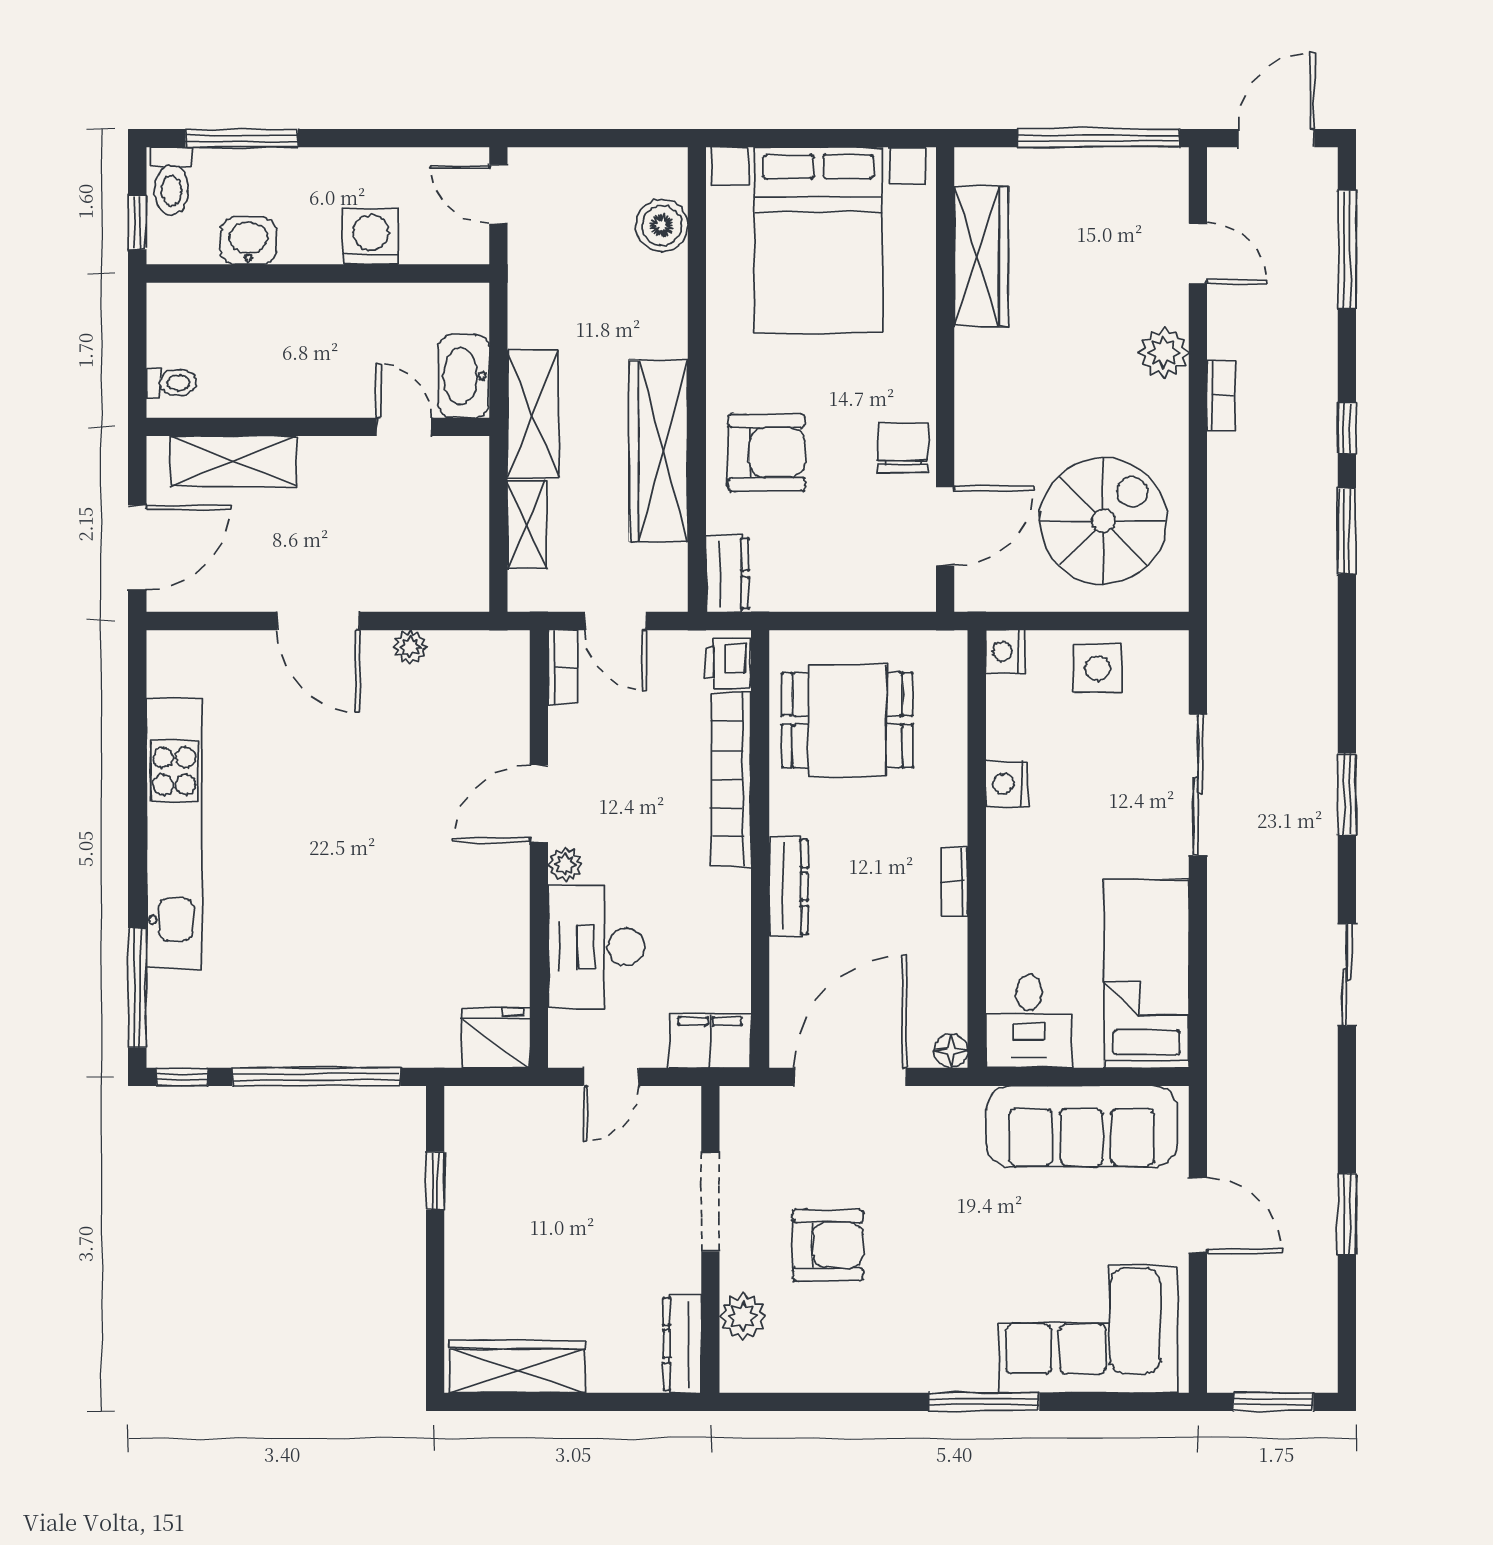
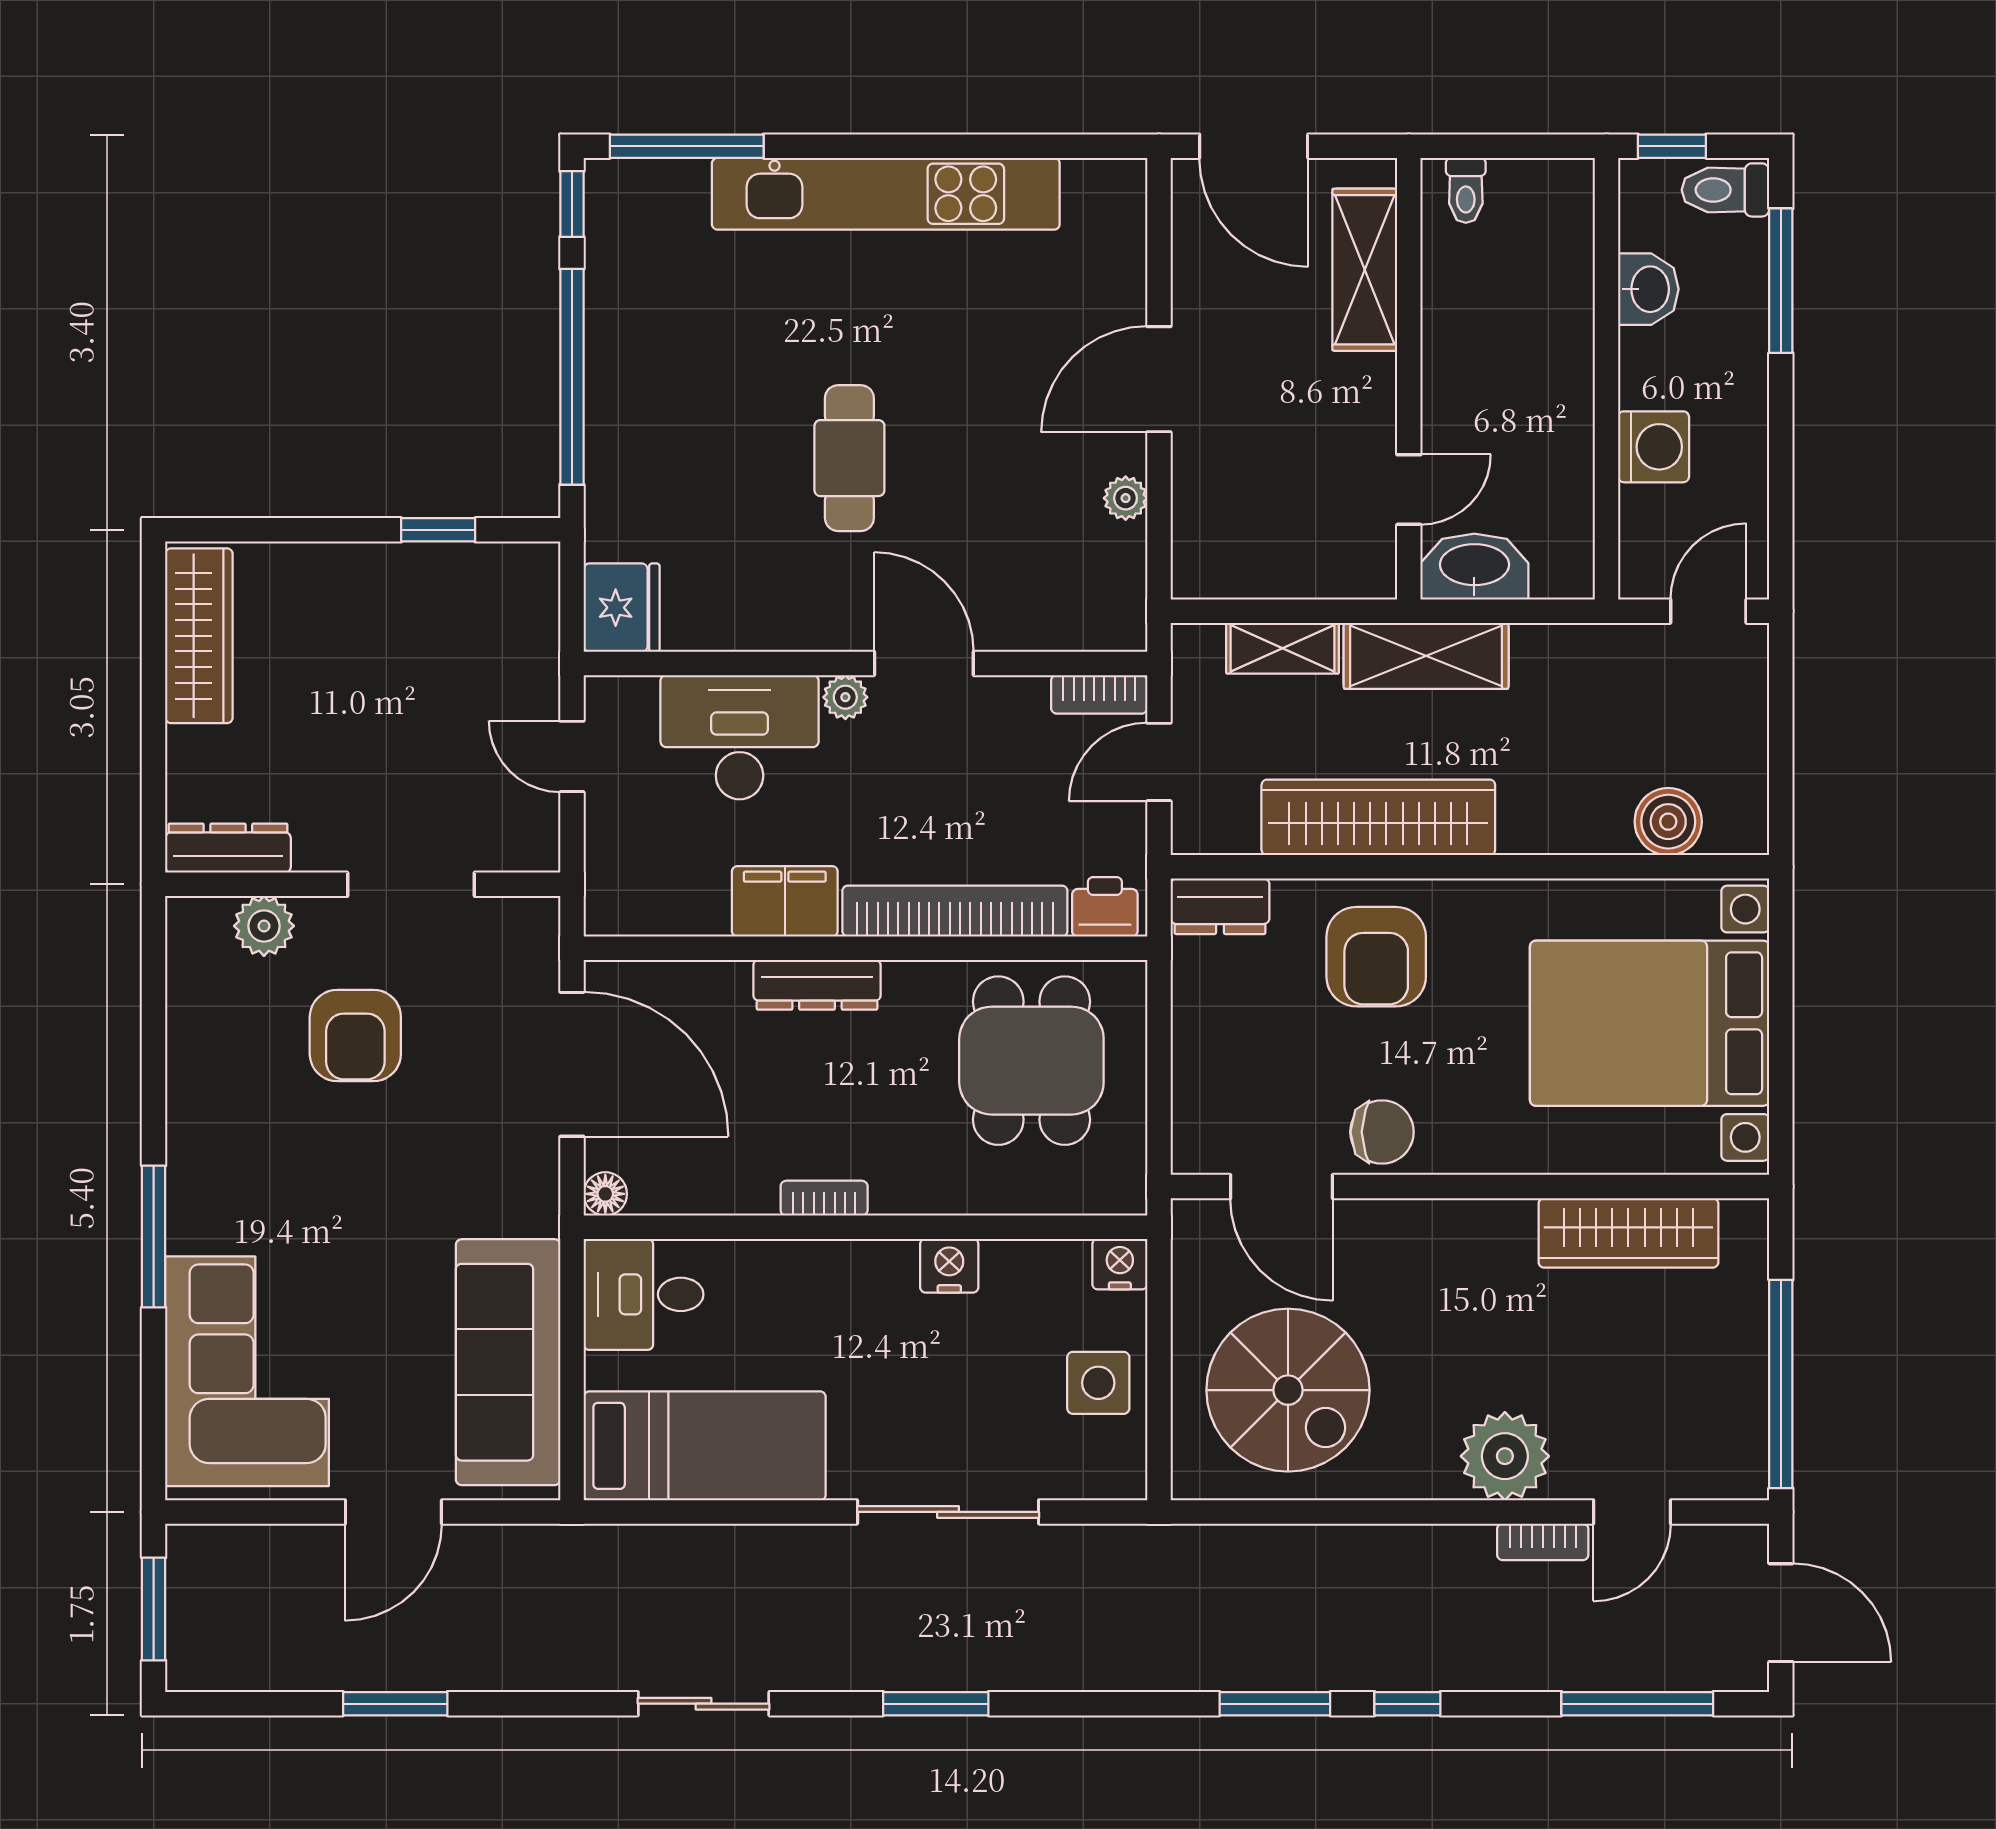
plant: (1164, 352) -> (1505, 1456), width x1.36, depth x1.36
bookcase: (1221, 395) -> (1543, 1542), moved
cafe table: (379, 861) -> (849, 458), added
filing cabinet: (710, 1040) -> (785, 901), moved, turned -90

